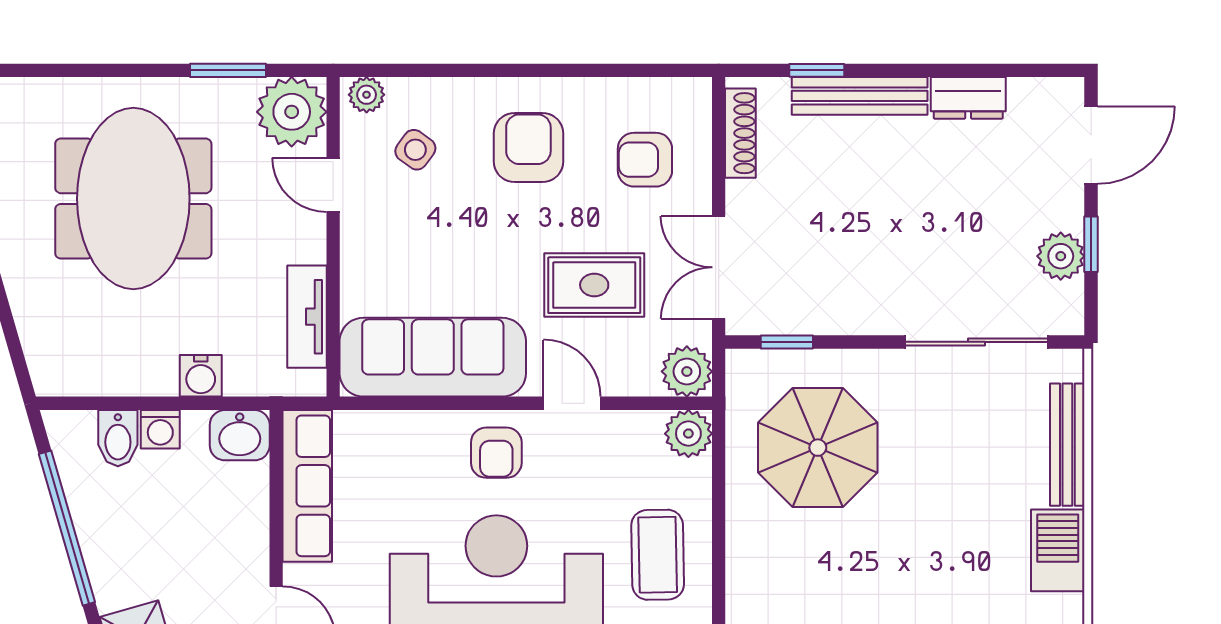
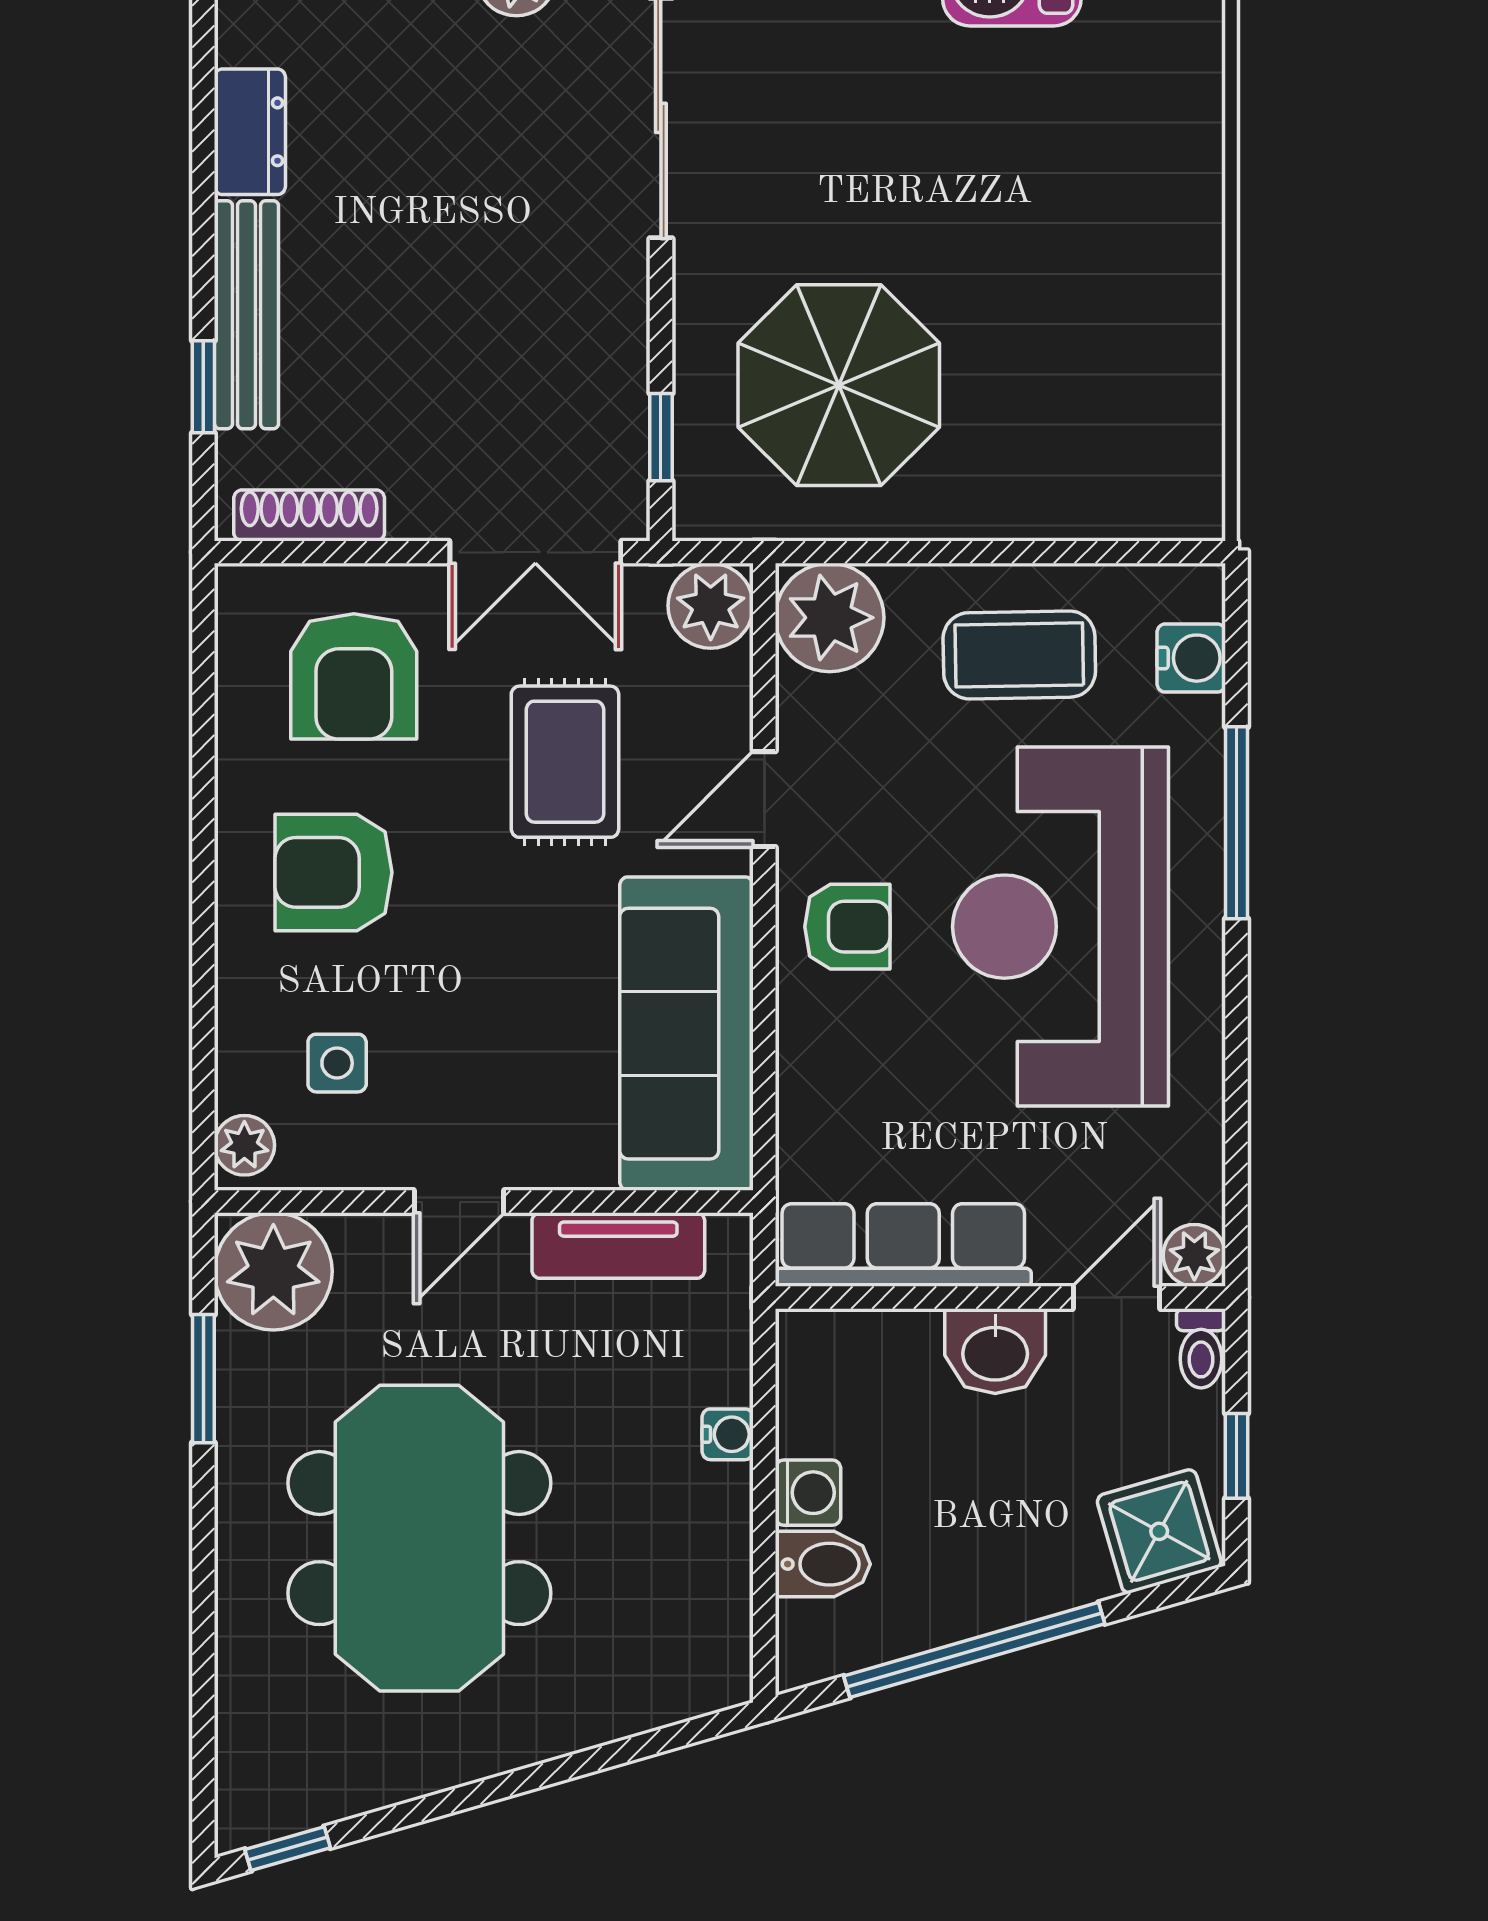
side table: (415, 150) -> (337, 1063), turned -36
armchair: (645, 160) -> (354, 676), width x1.38, depth x1.38
door: (333, 185) -> (459, 1202), moved
meeting table: (133, 199) -> (419, 1538), turned 90
water cooler: (201, 376) -> (728, 1434), width x0.72, depth x0.72
plant: (688, 434) -> (830, 618), width x1.36, depth x1.36
washbasin: (240, 435) -> (995, 1351), moved, turned 90

